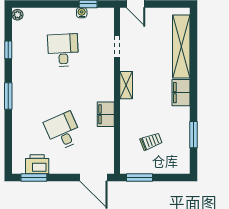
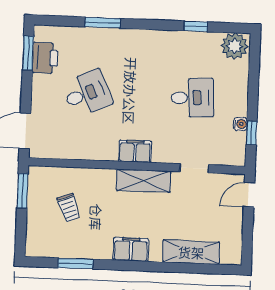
plant: (17, 15) -> (235, 46), width x1.88, depth x1.88
shelving: (181, 46) -> (191, 252), width x0.68
shelving: (126, 85) -> (144, 181), width x1.50, depth x1.33
window: (8, 96) -> (103, 23), moved
filing cabinet: (106, 114) -> (135, 151), moved

